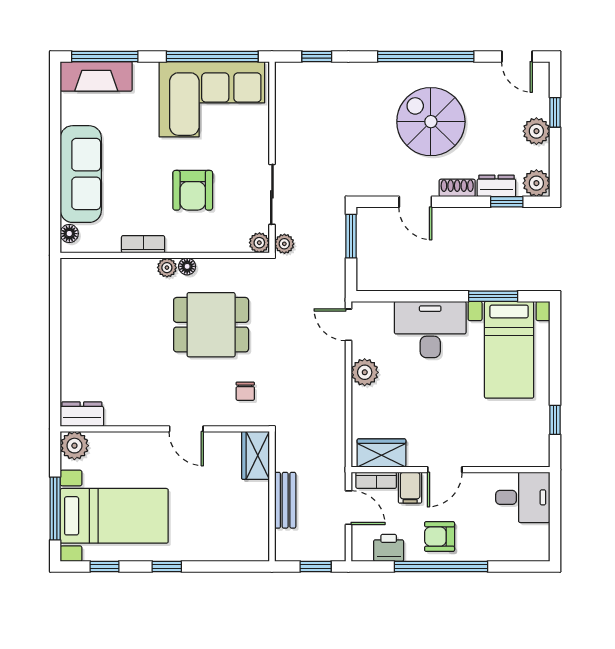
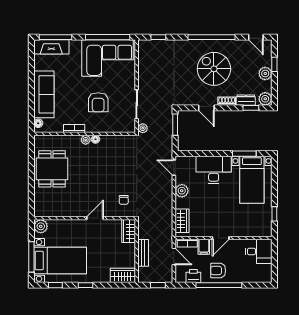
plant: (259, 243) -> (131, 128), removed
dining table: (211, 325) -> (52, 169), moved, turned 90
dresser: (82, 414) -> (44, 211), removed
door: (186, 429) -> (95, 218), swing flipped
wardrobe: (381, 453) -> (182, 221), moved, turned 90
wardrobe: (244, 546) -> (123, 275), added

